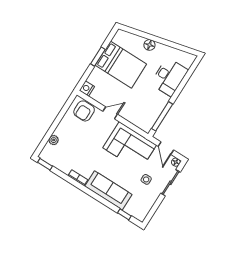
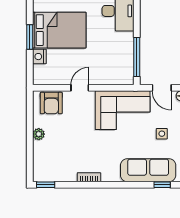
nightstand: (87, 88) -> (39, 57), moved
plant: (54, 140) -> (39, 134), moved
sofa: (108, 190) -> (148, 170), moved

